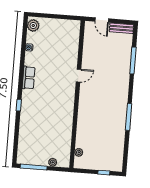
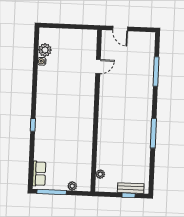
plant: (33, 25) -> (45, 50), moved
bench: (121, 28) -> (131, 188), moved
door: (79, 76) -> (98, 67), moved
row of seats: (29, 78) -> (39, 174), moved

